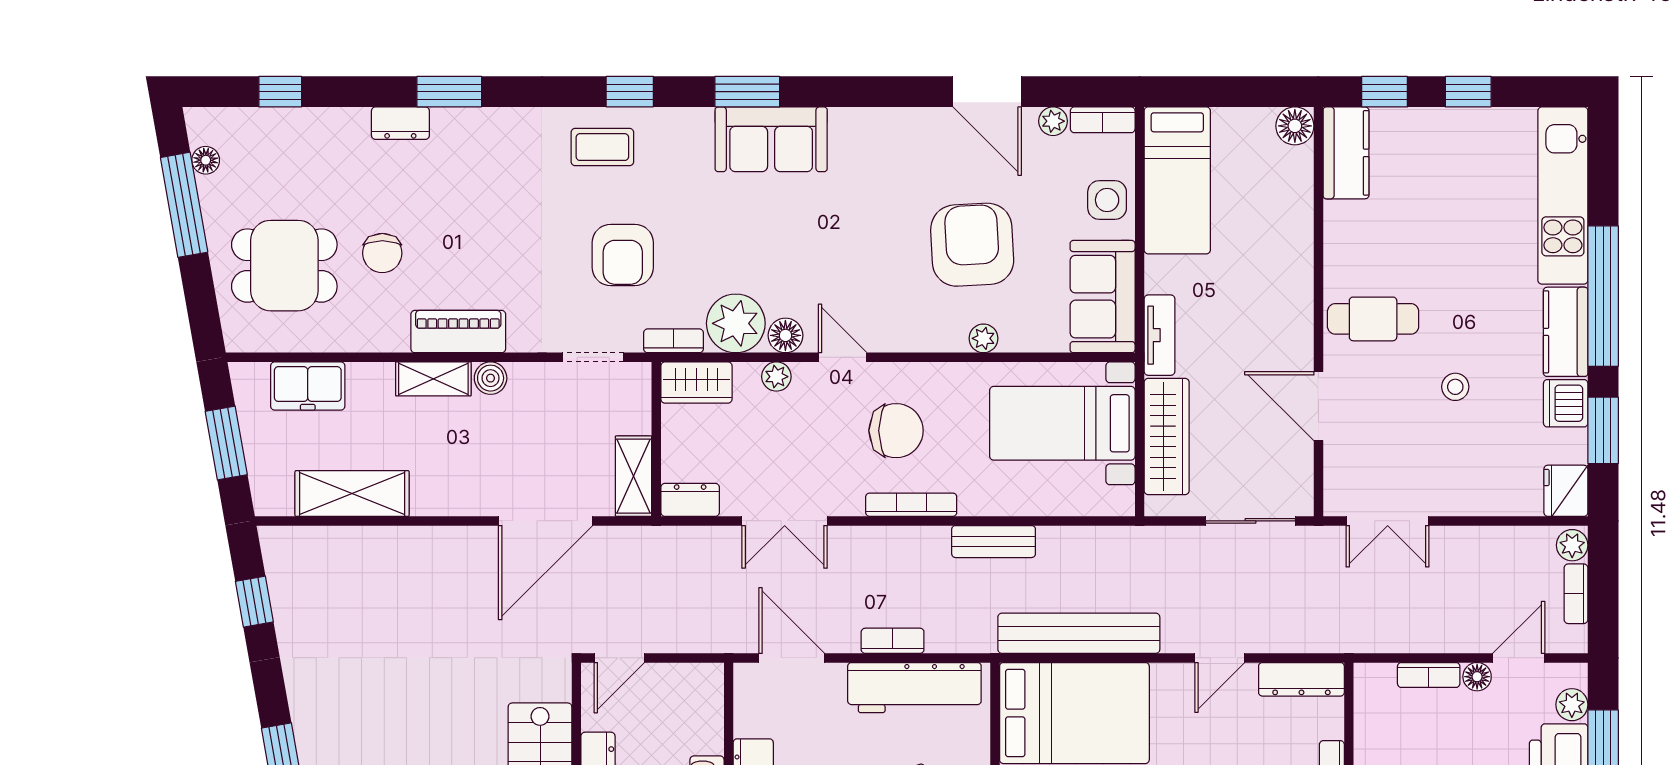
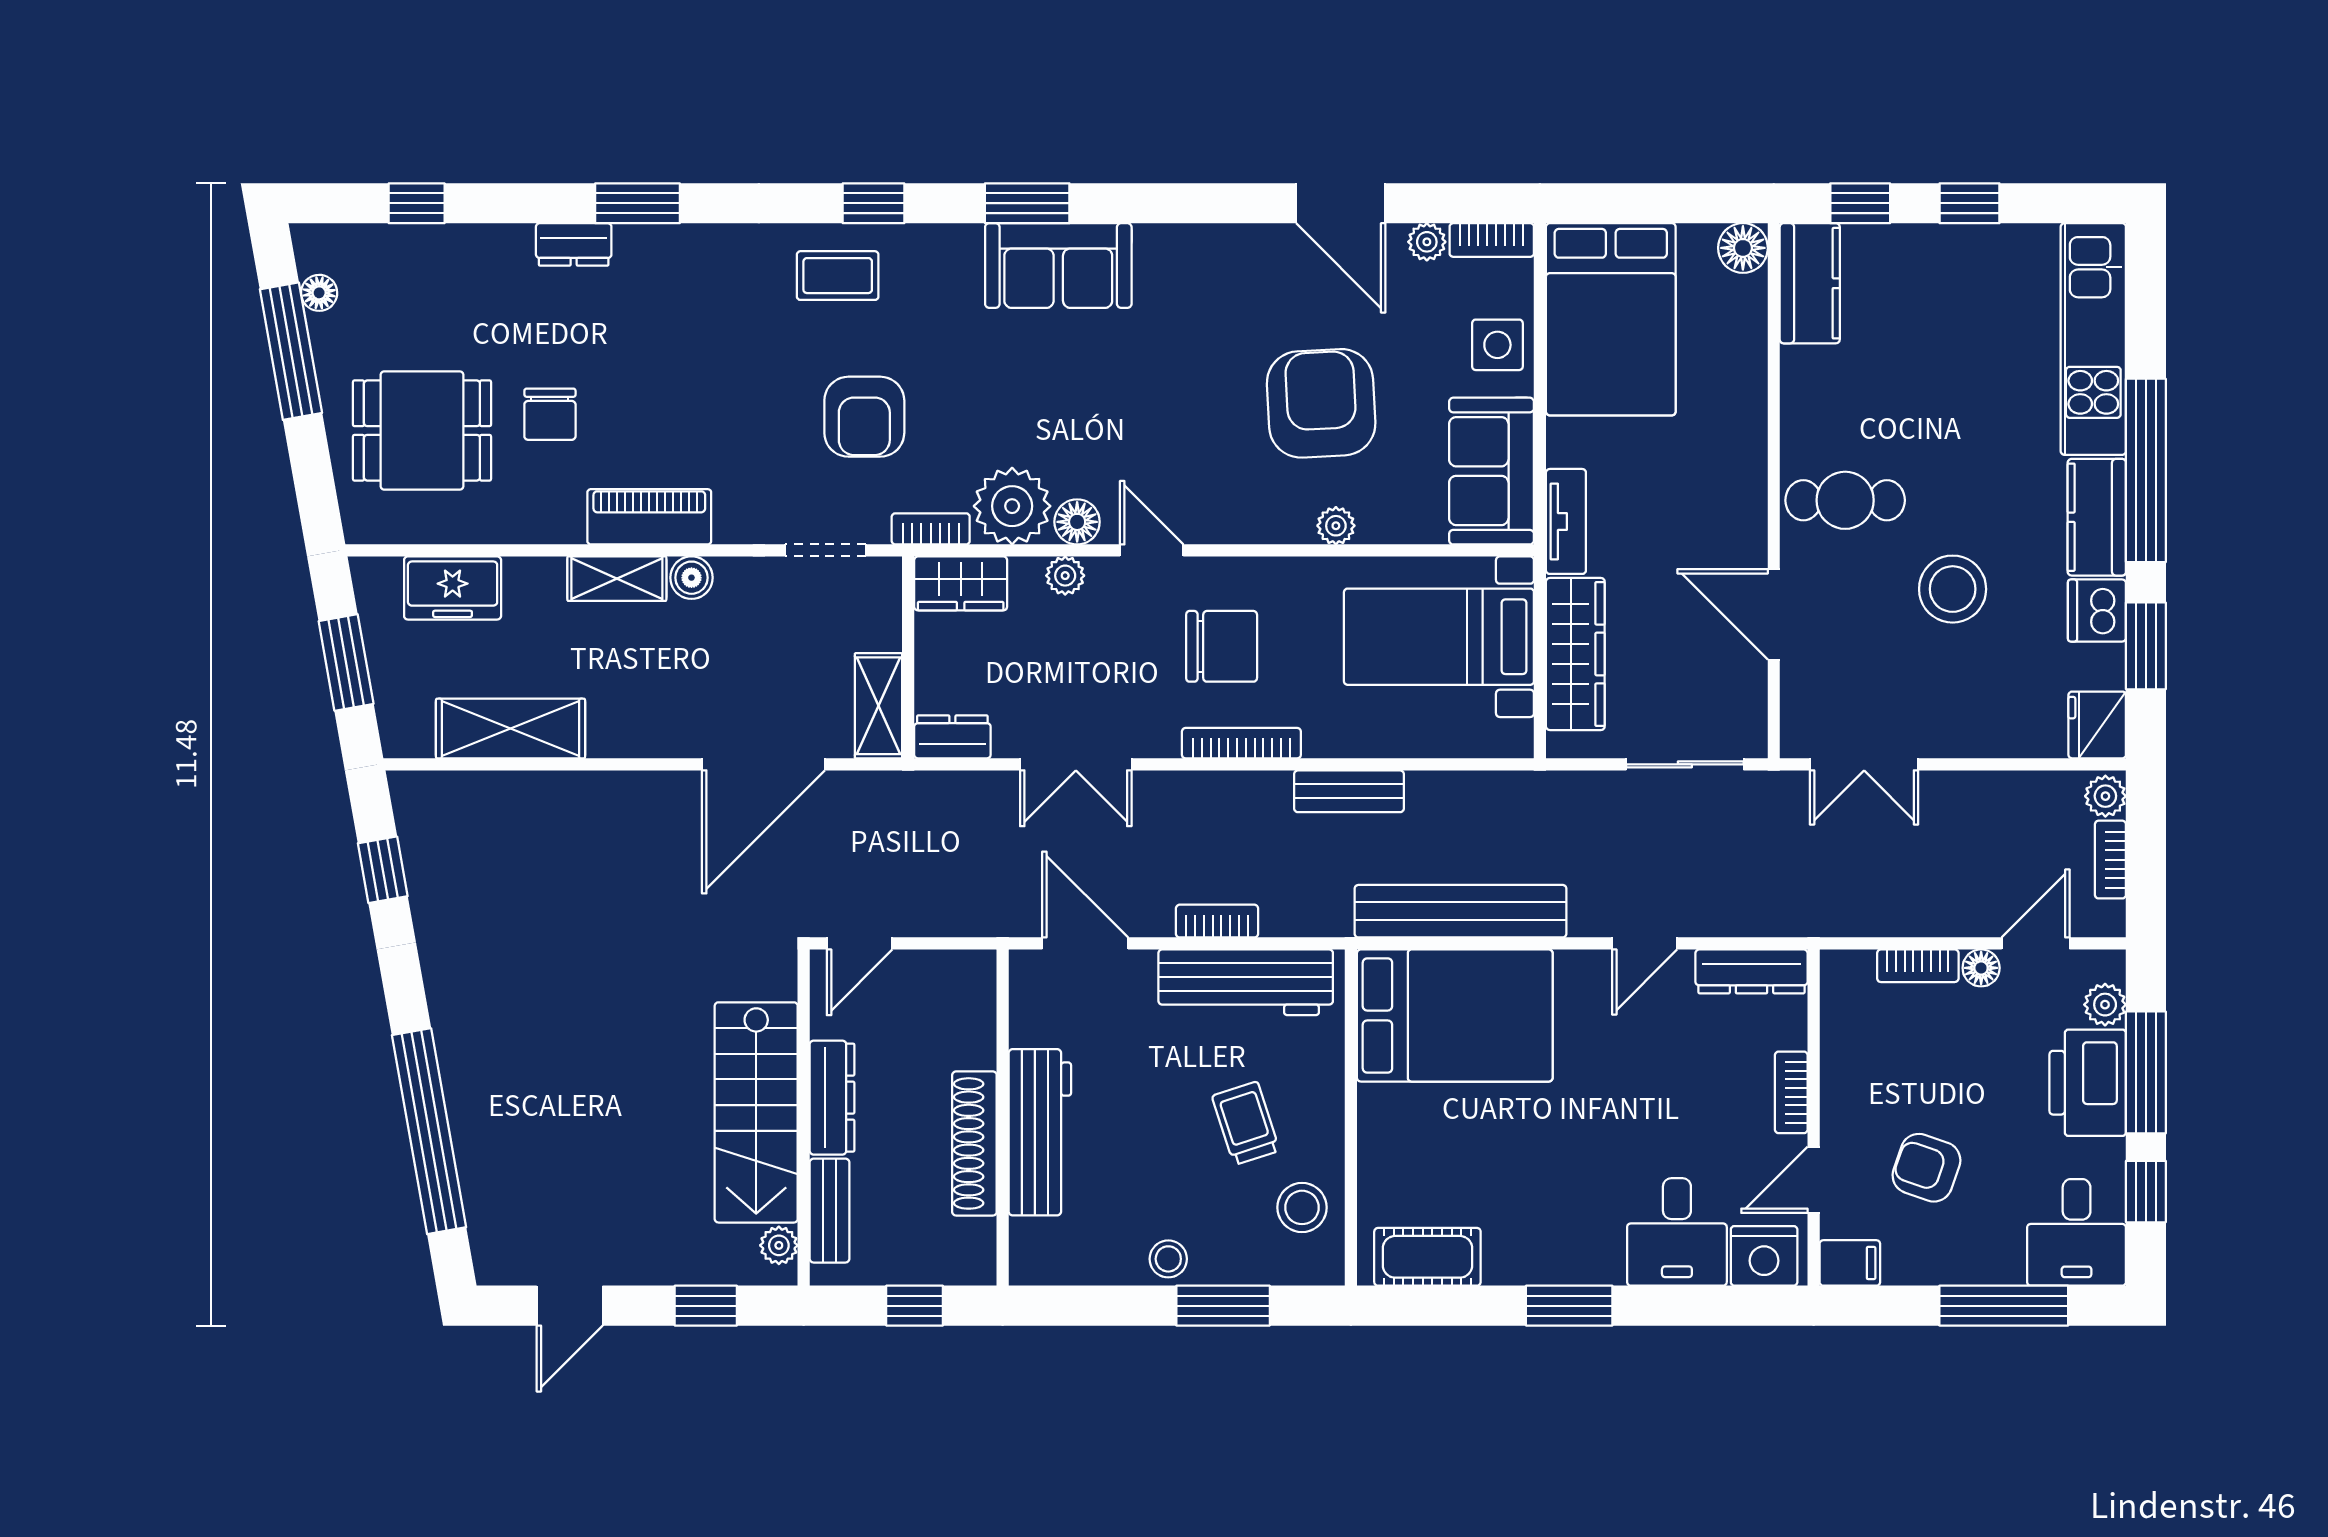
bed: (1177, 180) -> (1611, 319), width x1.50
stool: (1455, 387) -> (1953, 589), width x1.89, depth x1.89

